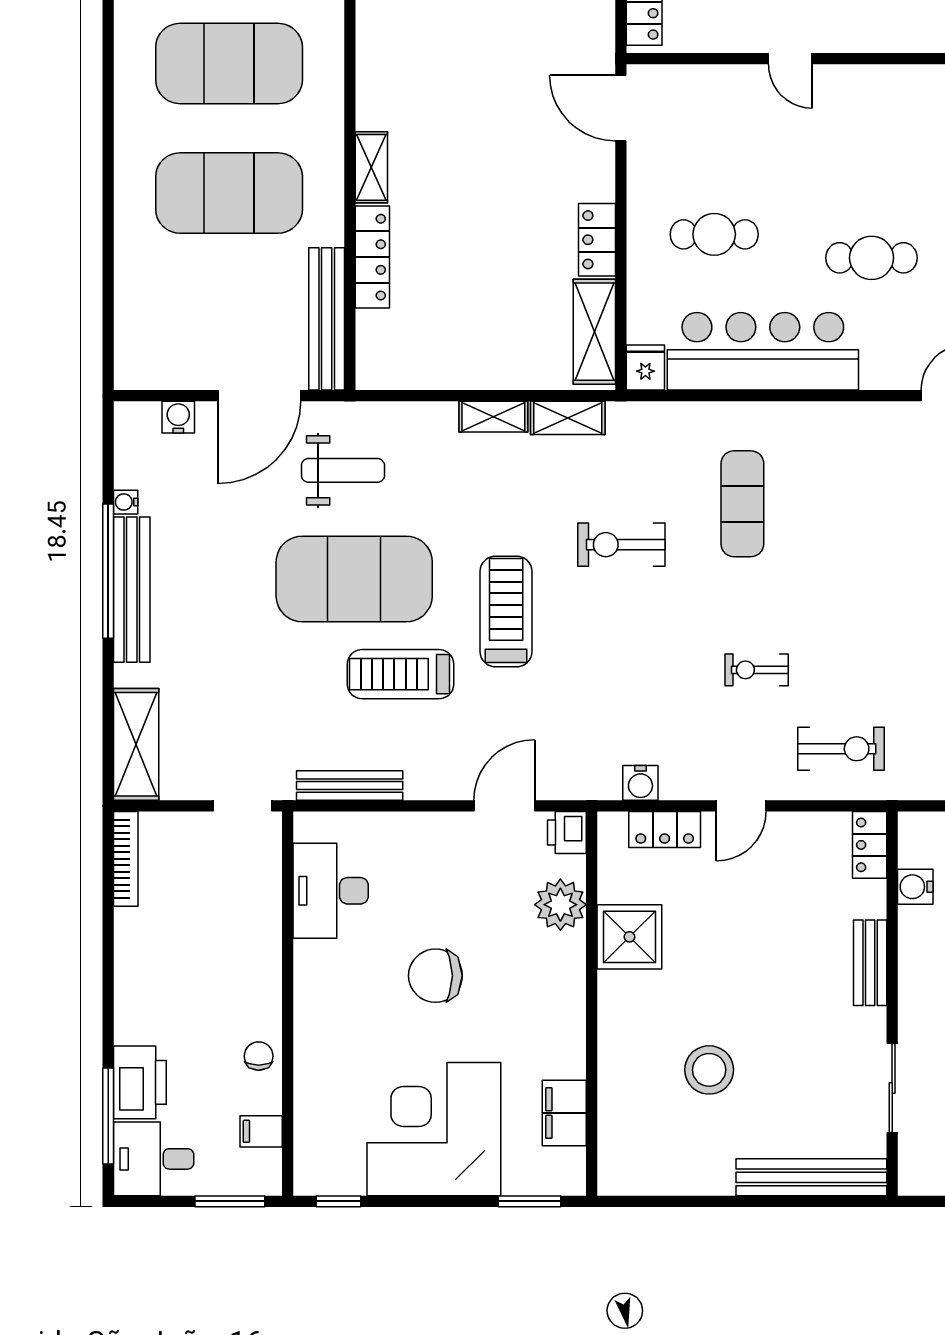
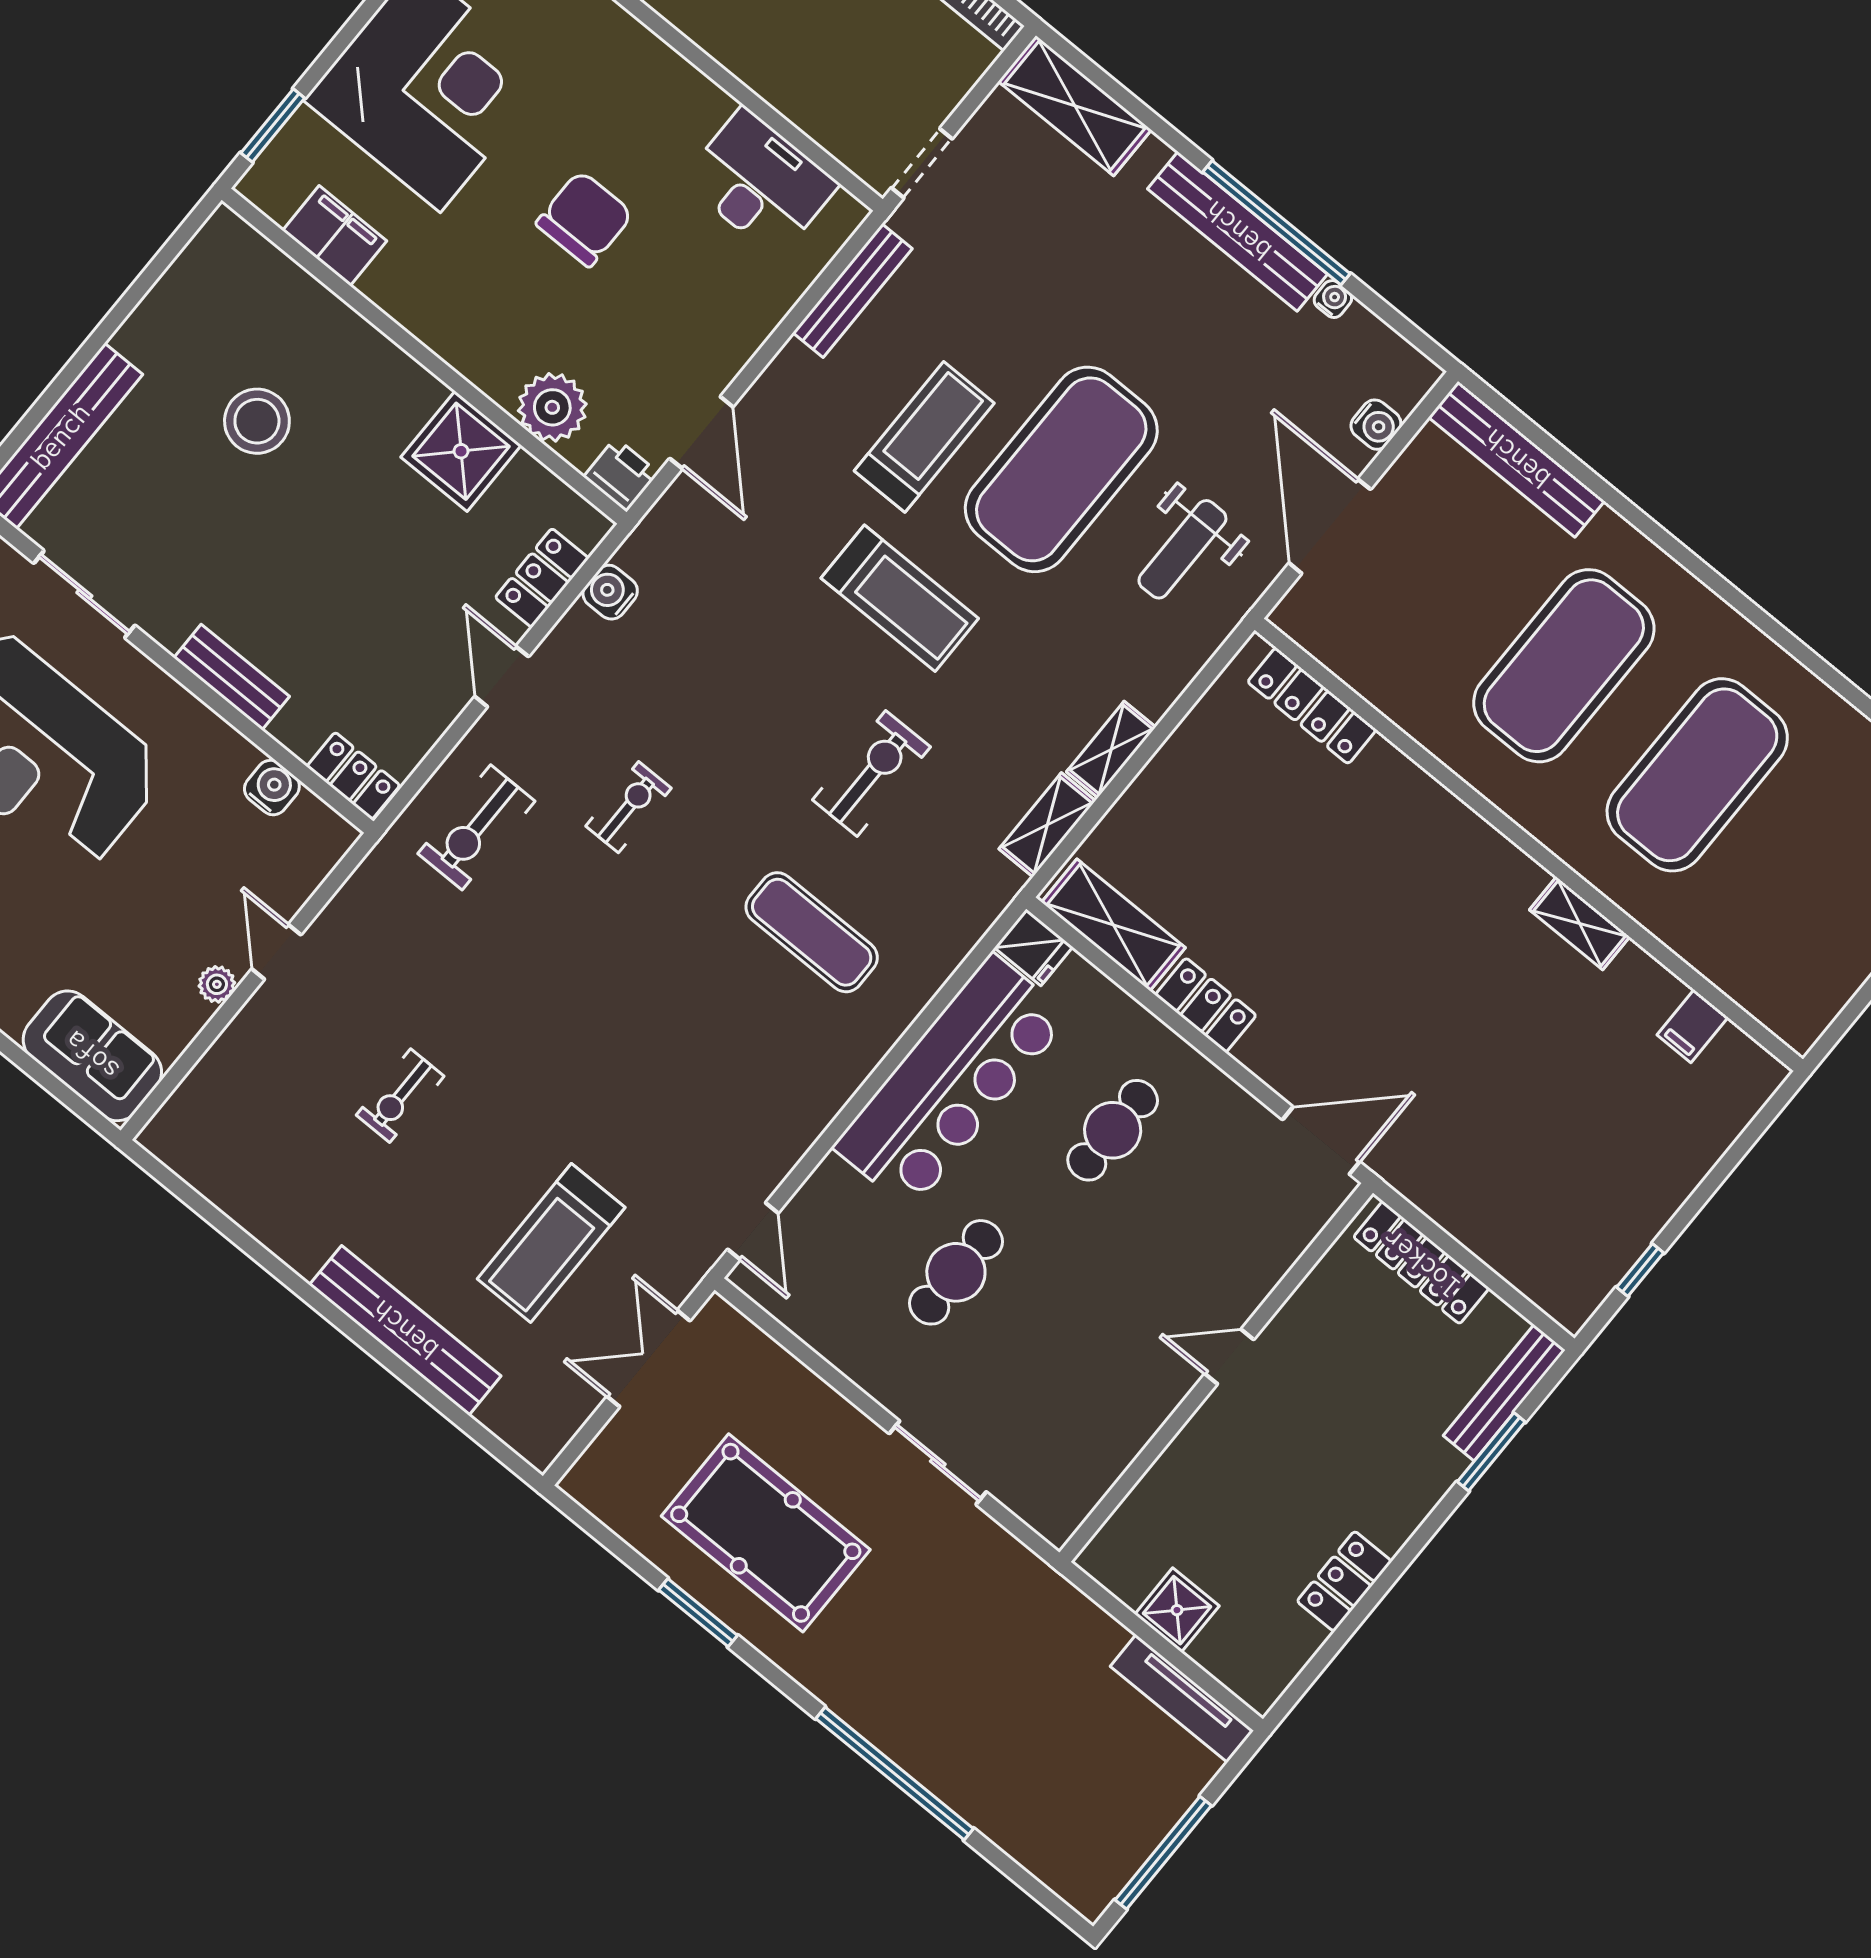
shelving: (371, 167) -> (1580, 923), moved
locker: (372, 257) -> (1312, 706), moved
bench: (327, 319) -> (1517, 459), moved

